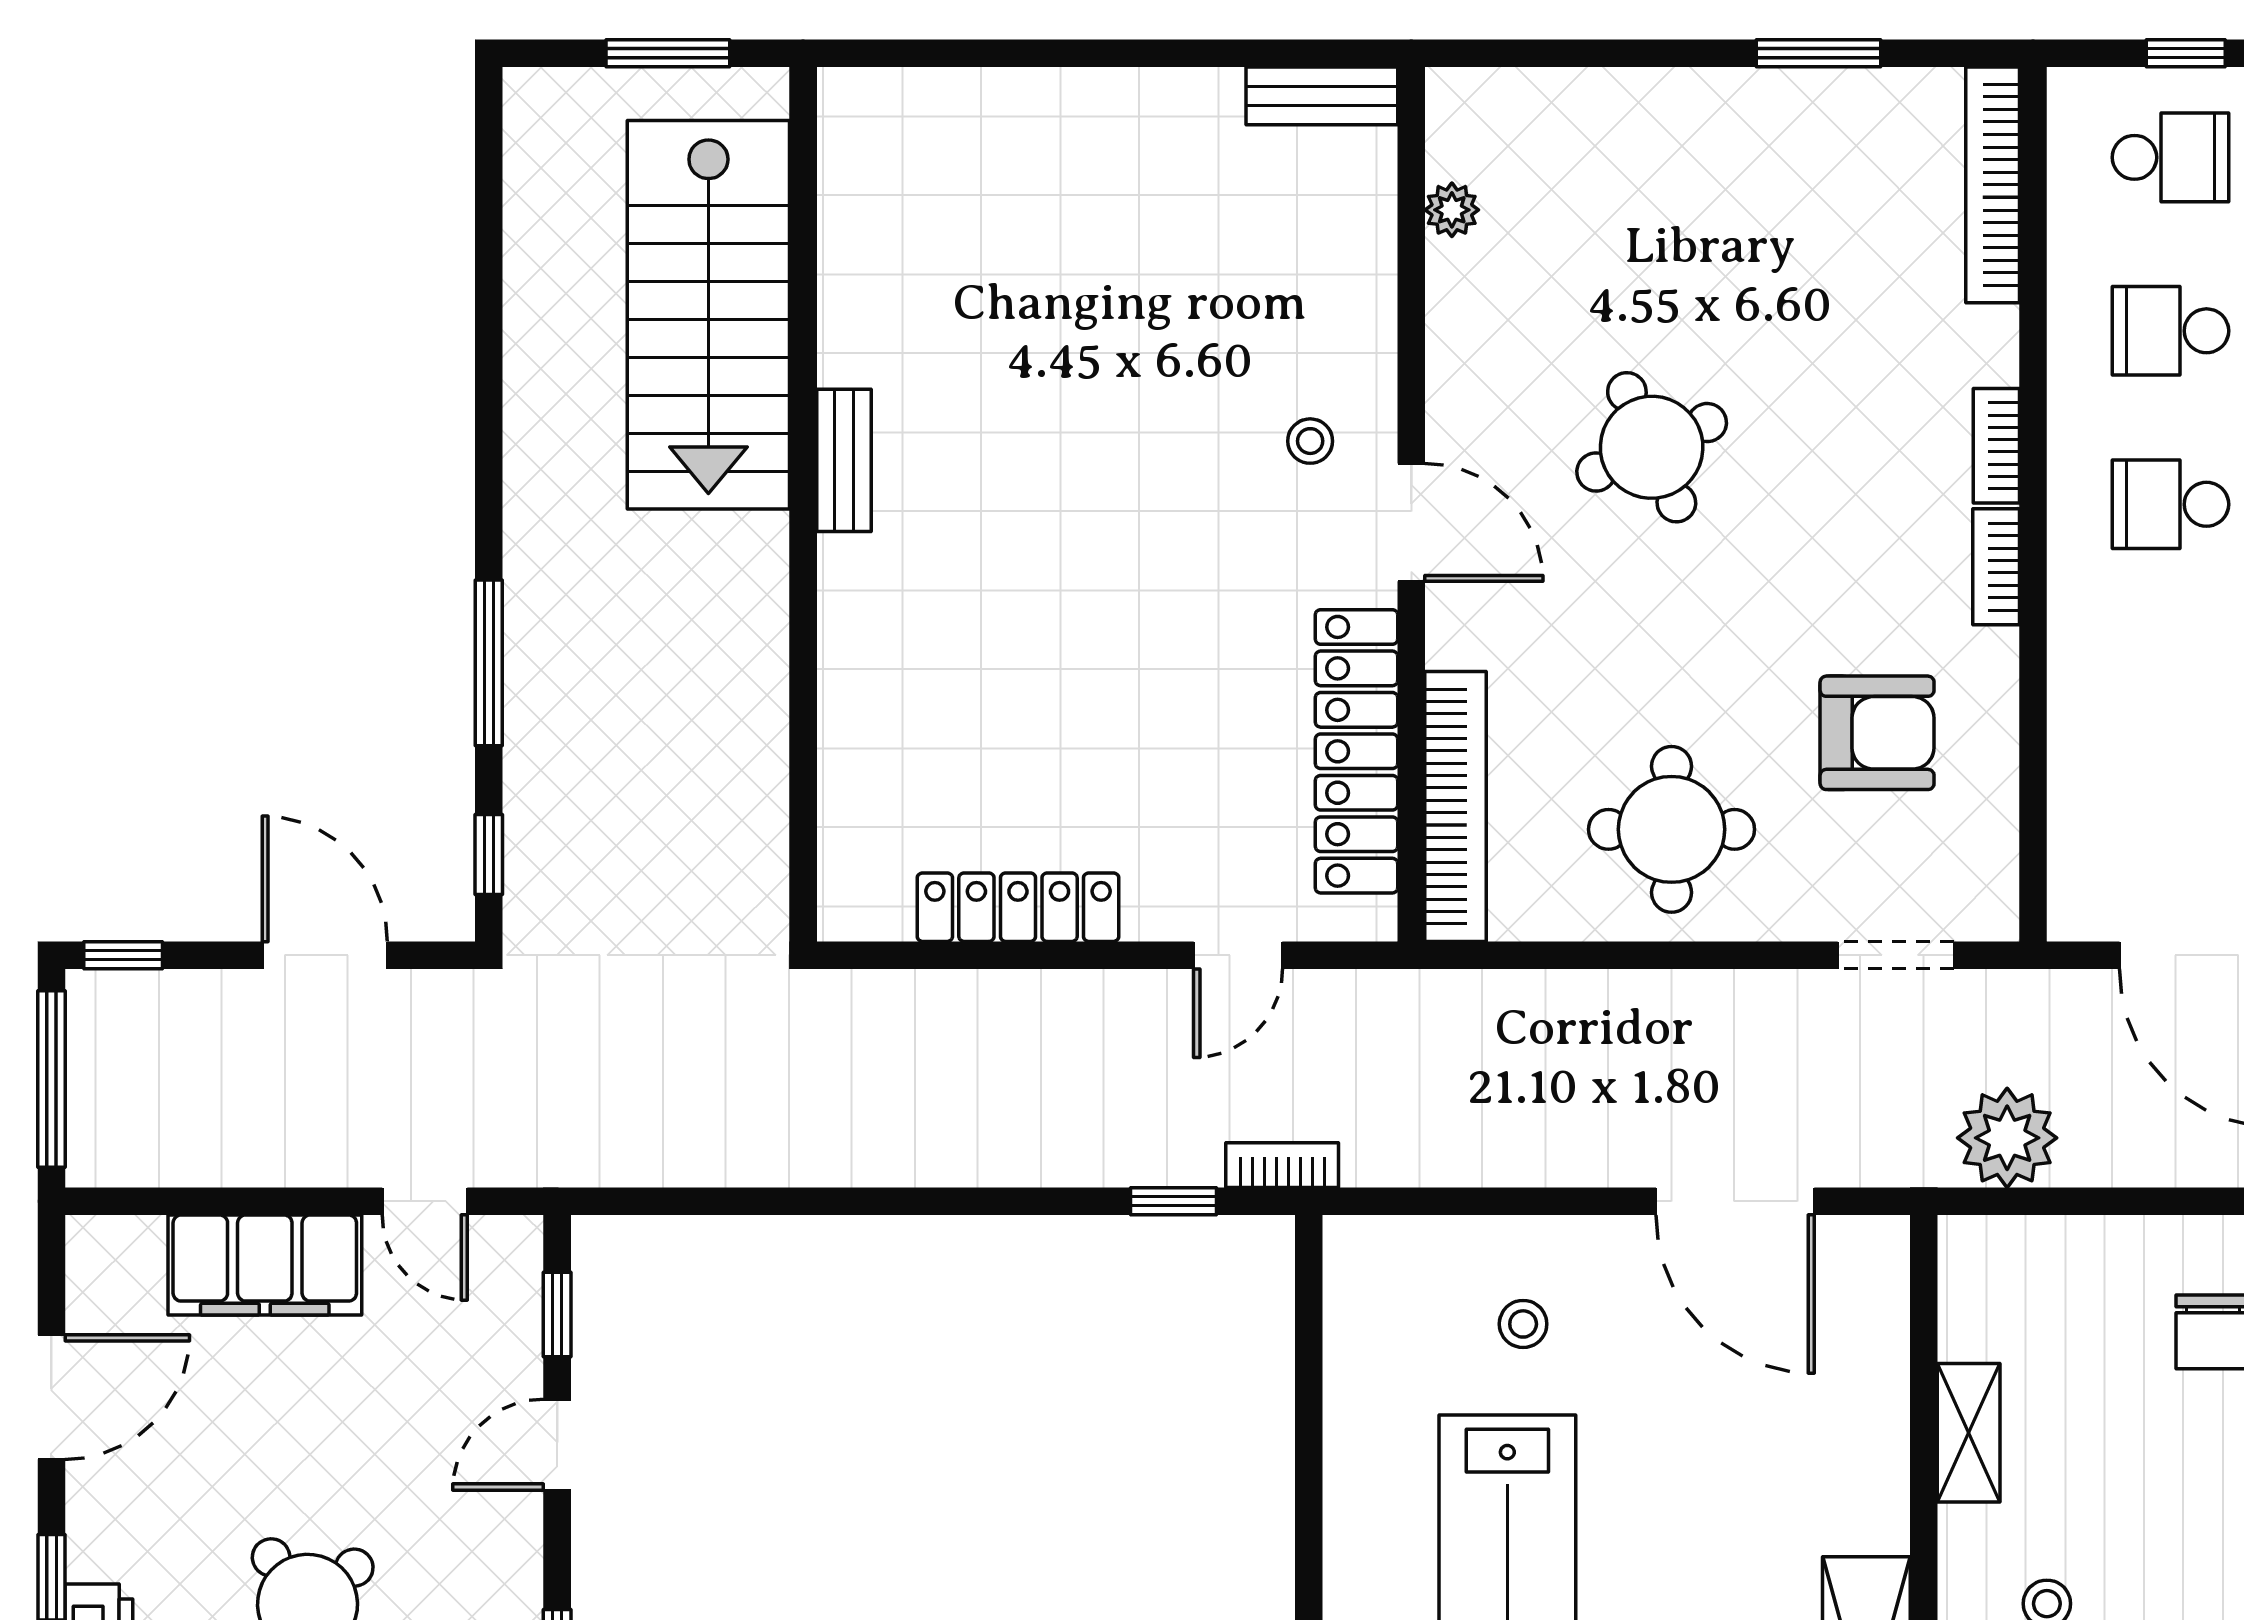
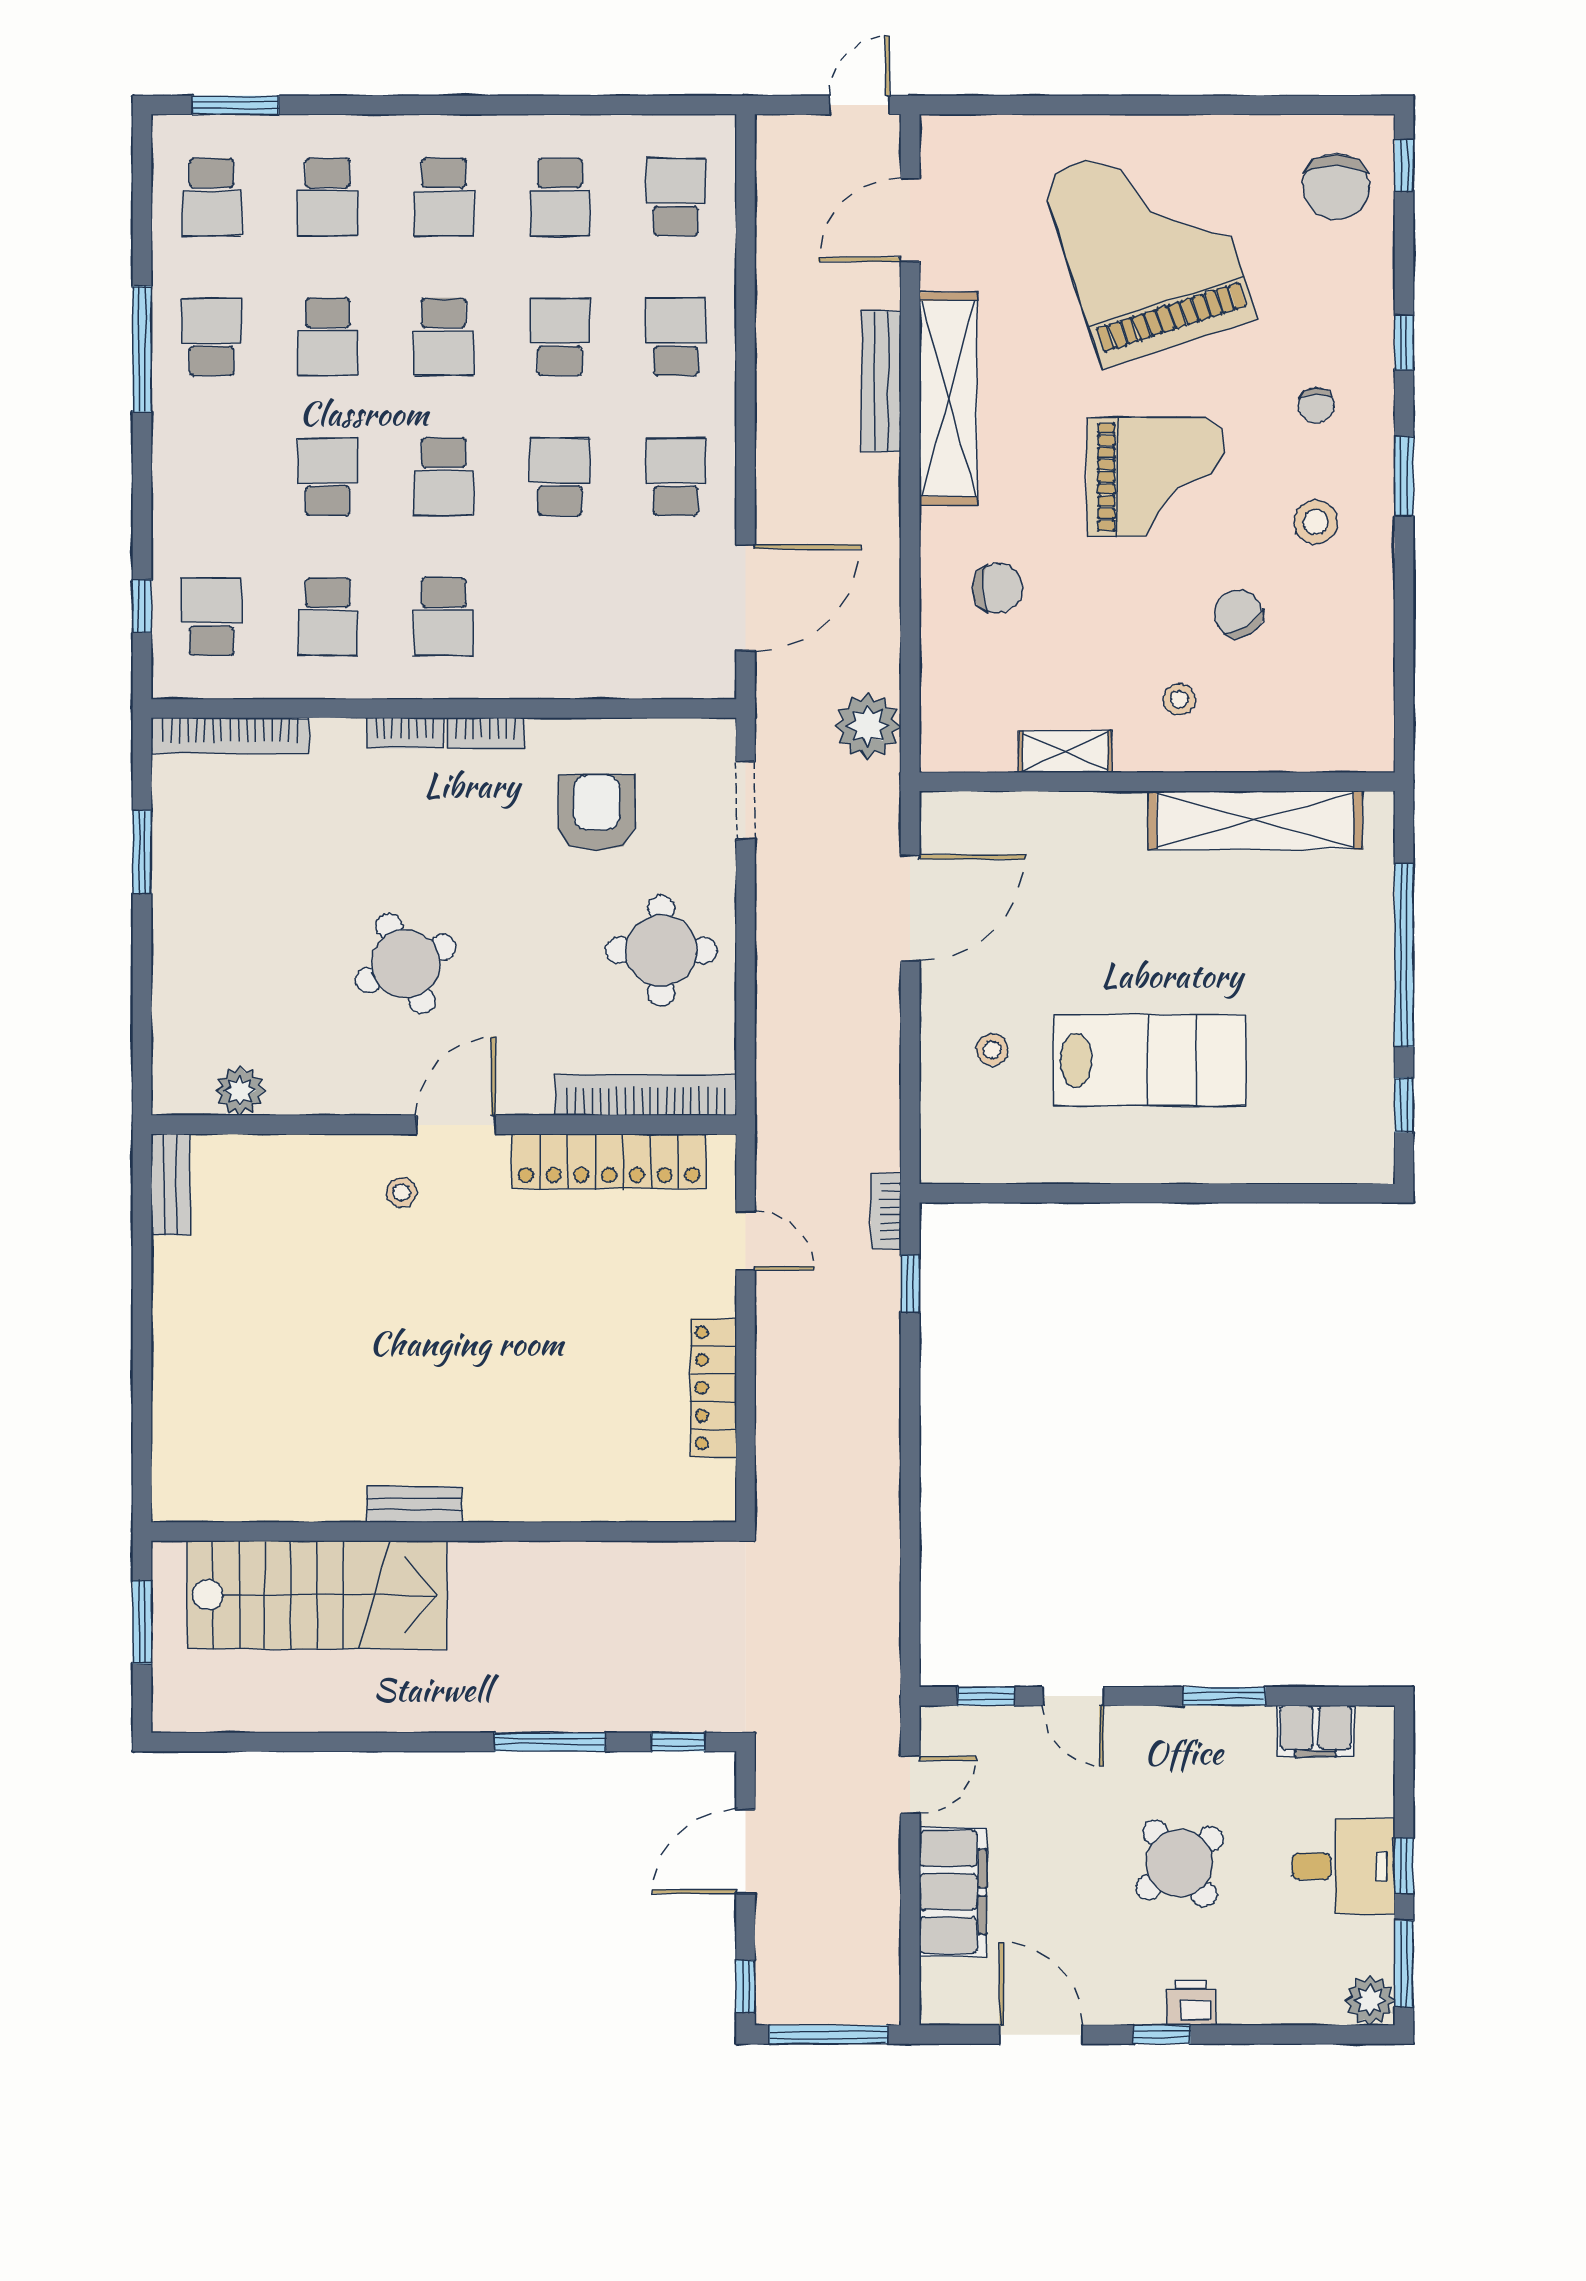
plant: (1452, 210) -> (240, 1091), width x1.38, depth x1.38

